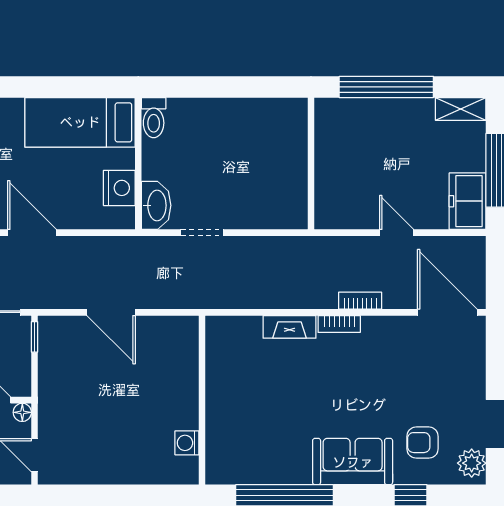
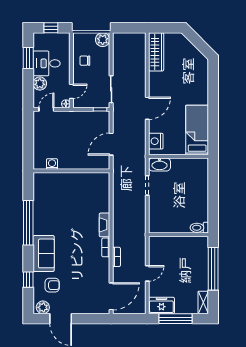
toilet: (154, 118) -> (199, 228), moved
nightstand: (119, 188) -> (156, 141), moved, turned 90
wall: (202, 400) -> (71, 171), moved
washing machine: (187, 443) -> (52, 164), moved
armchair: (423, 443) -> (52, 285), turned 90

